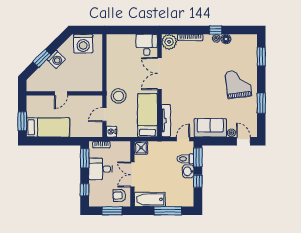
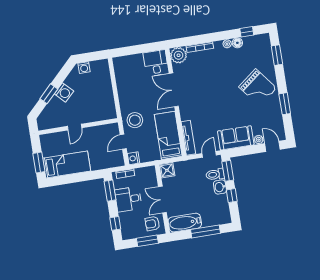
window: (216, 30) -> (247, 32), moved
washing machine: (83, 44) -> (84, 68), width x0.53, depth x0.53
grand piano: (238, 84) -> (258, 87), turned 149

